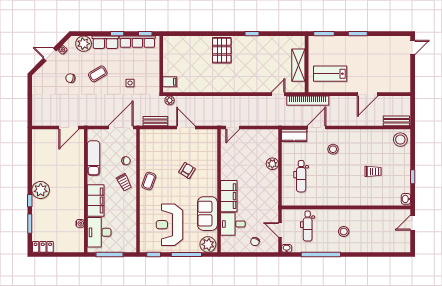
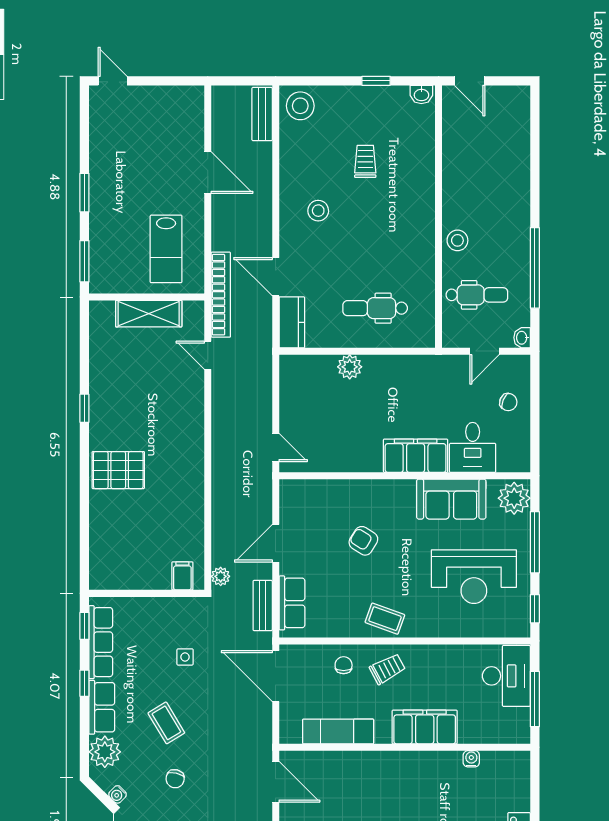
row of seats: (157, 135) -> (292, 603), added
stool: (333, 149) -> (318, 211), moved
dental chair: (301, 176) -> (375, 308), turned 180
stool: (344, 231) -> (457, 240), moved
desk: (99, 232) -> (506, 676), moved, turned -90

